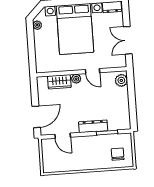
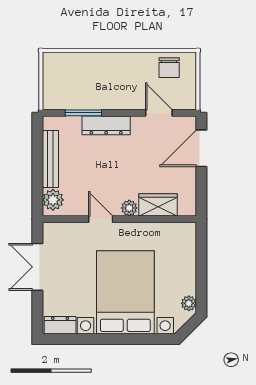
double door: (128, 40) -> (37, 267), swing flipped
bench: (125, 104) -> (50, 159), added
chair: (118, 154) -> (169, 68), moved

